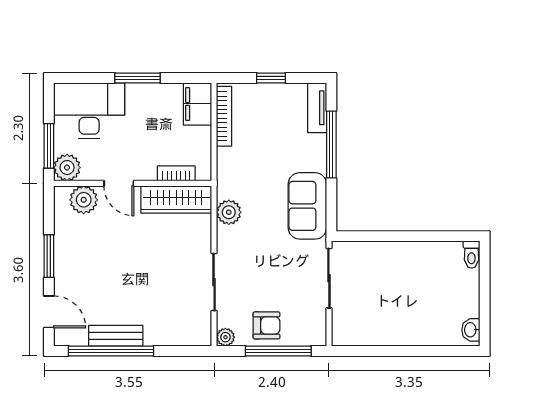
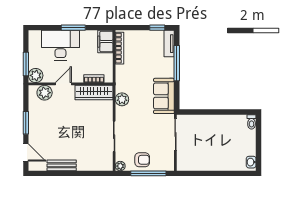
window: (271, 78) -> (157, 28), moved
desk: (89, 111) -> (60, 45), moved
door: (119, 183) -> (63, 84), swing flipped
window: (111, 351) -> (59, 173), removed

